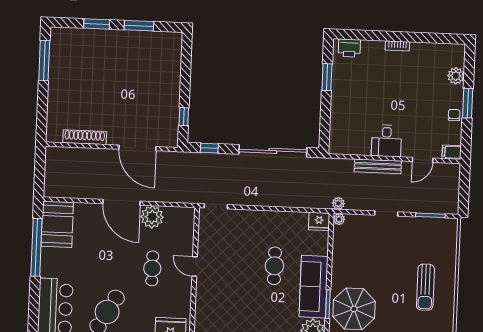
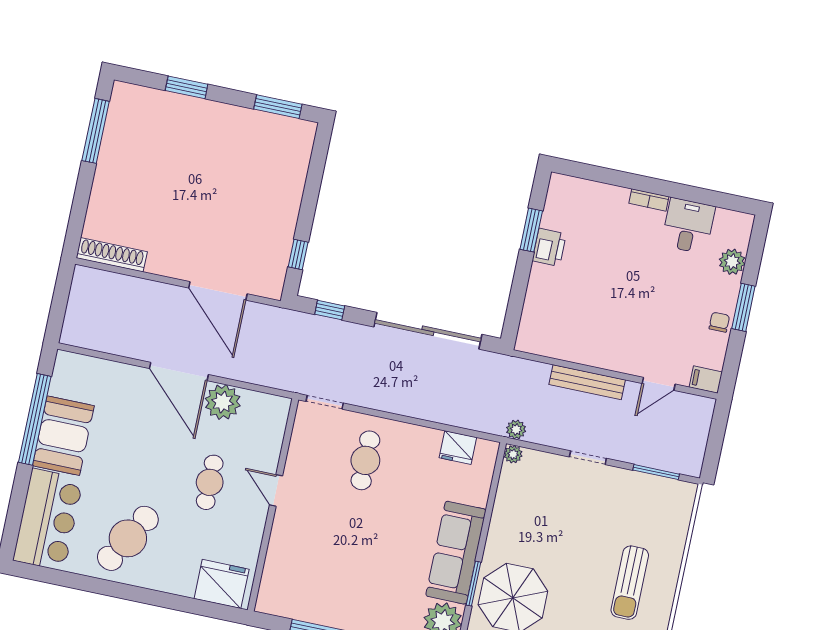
window: (139, 26) -> (278, 107), moved
printer: (349, 48) -> (549, 247), moved, turned -90
shoe rack: (85, 137) -> (112, 255), moved
desk: (386, 141) -> (688, 226), moved, turned 180
fridge: (319, 221) -> (458, 448), moved
booth: (57, 224) -> (63, 436), moved
cafe table: (274, 266) -> (365, 460), moved

